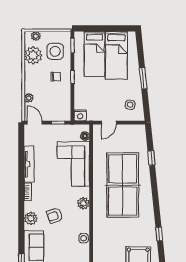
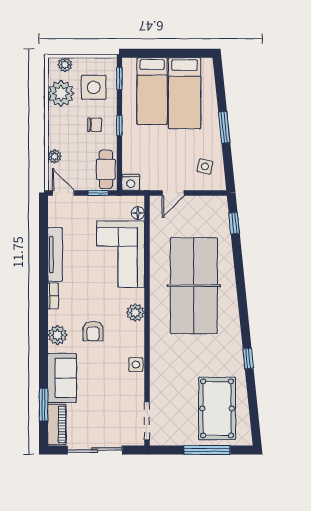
cafe table: (63, 107) -> (106, 169), added
window: (151, 158) -> (234, 223), moved
armchair: (55, 216) -> (93, 331), turned -72

